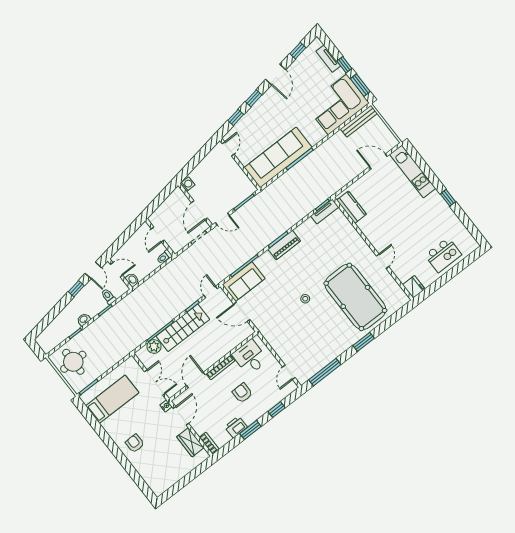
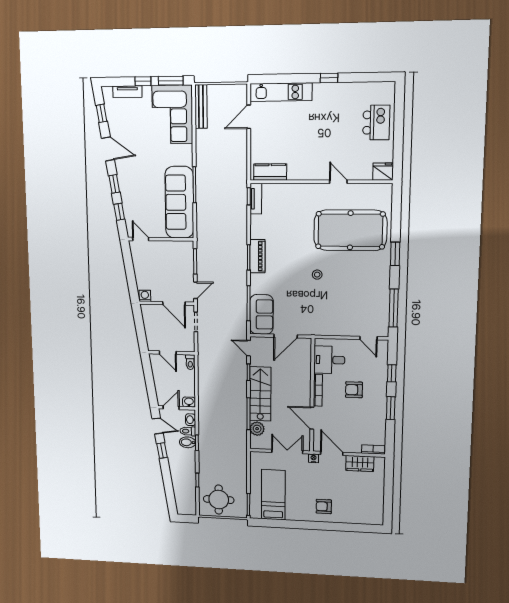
bidet: (99, 303) -> (188, 442), added
washbasin: (84, 319) -> (191, 420), moved
printer: (236, 427) -> (378, 418), removed

